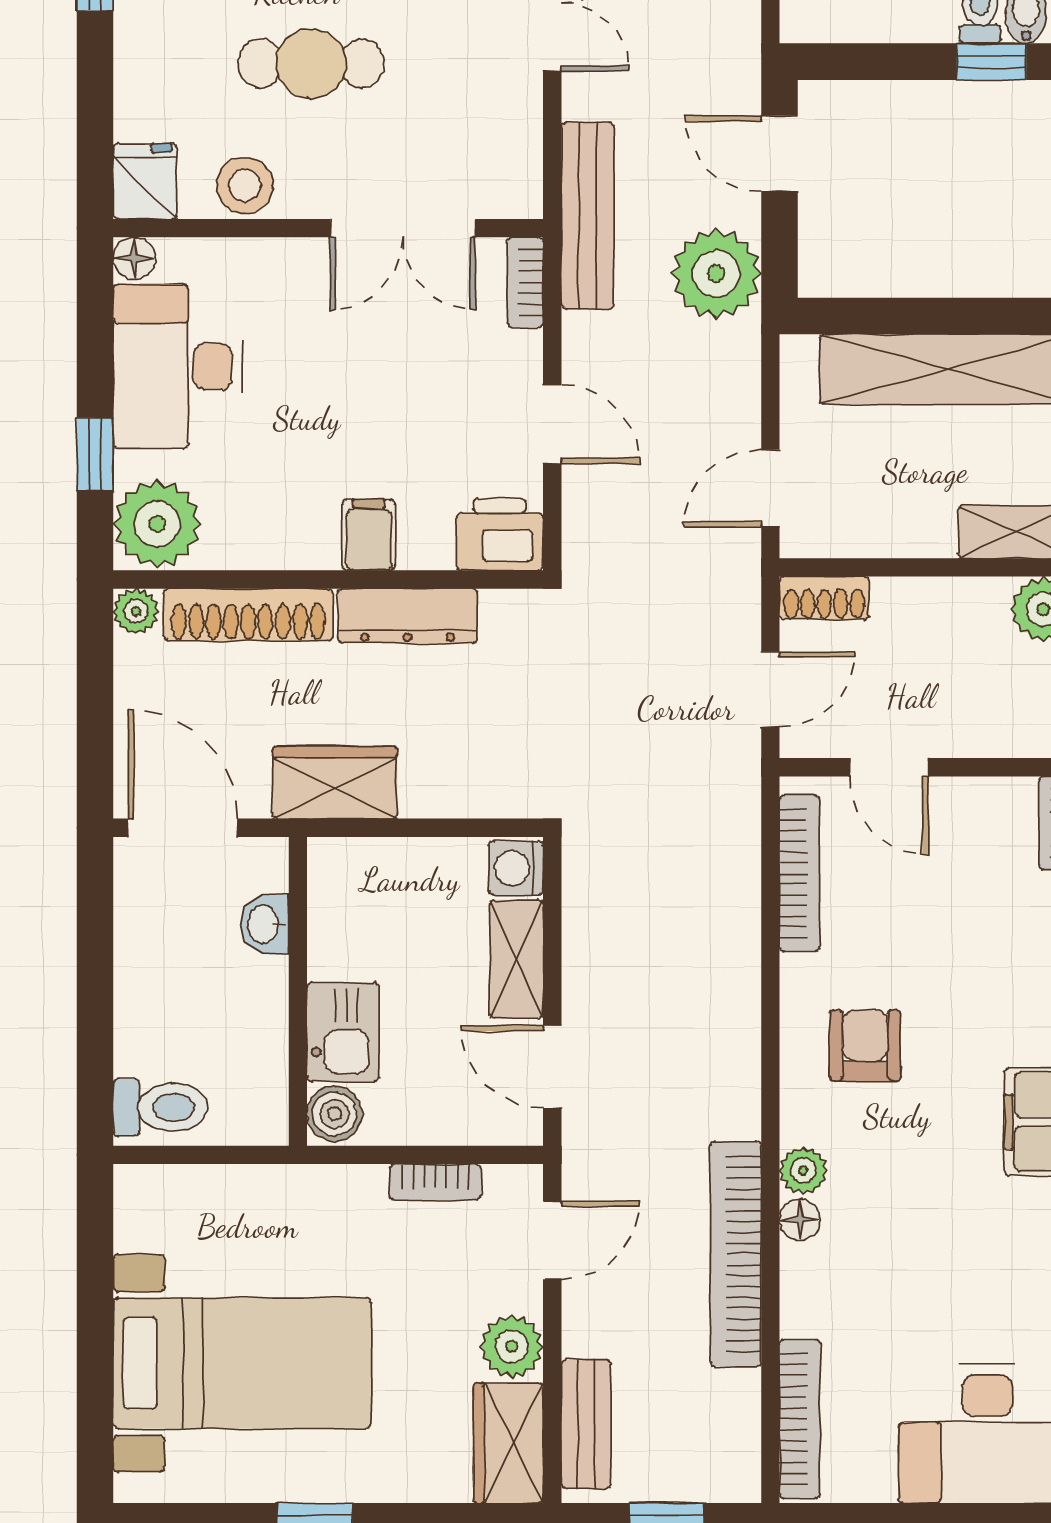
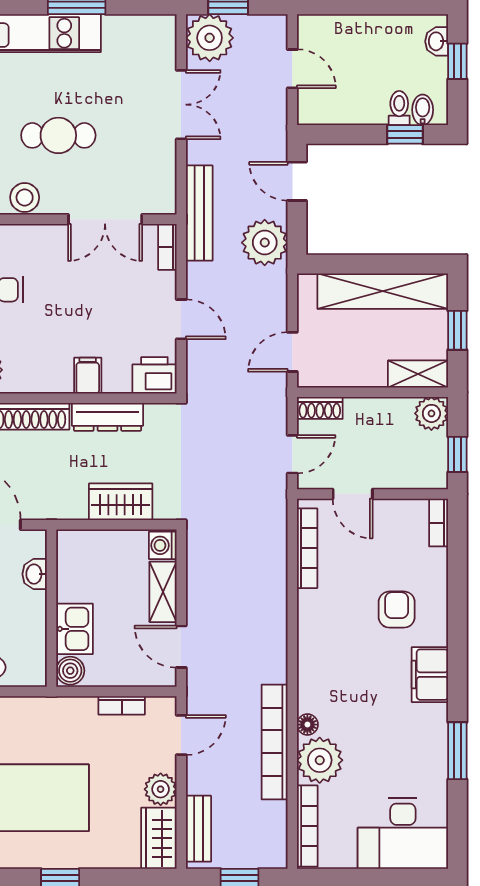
wardrobe: (335, 783) -> (121, 502), moved
armchair: (865, 1045) -> (397, 610), moved
plant: (803, 1170) -> (320, 760), moved, width x1.88, depth x1.88

